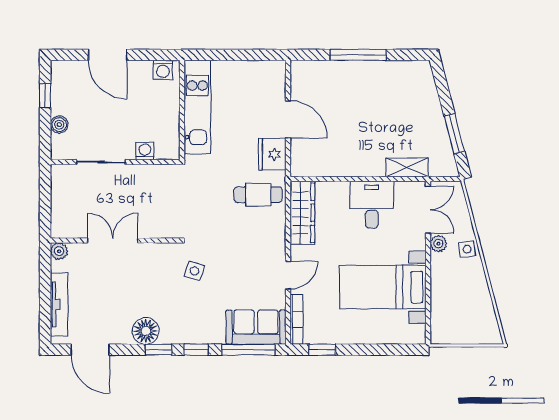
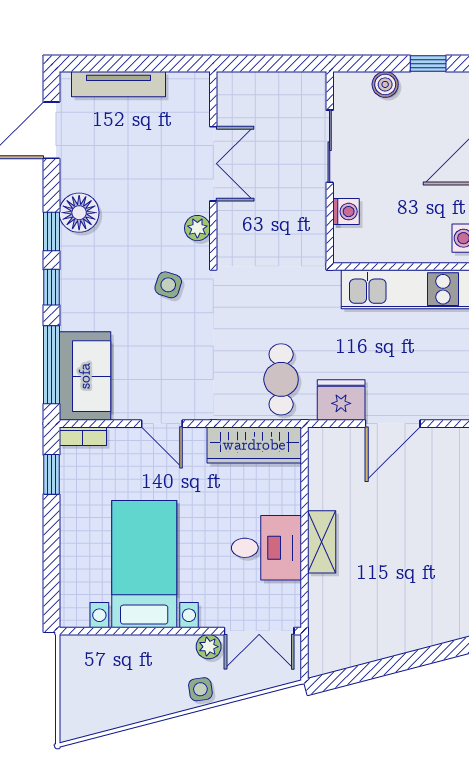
window: (454, 134) -> (371, 670), removed
shelving: (407, 167) -> (322, 542), moved
plant: (59, 251) -> (197, 228), moved
bookcase: (296, 320) -> (83, 436), width x0.64

